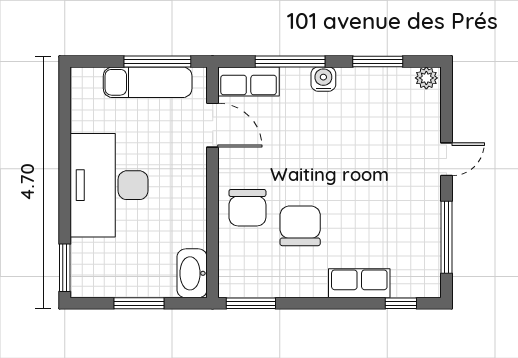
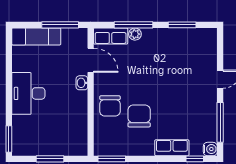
plant: (426, 78) -> (135, 34), moved
water cooler: (323, 79) -> (210, 149), moved, turned 90
exam couch: (148, 82) -> (36, 36), moved
desk: (109, 185) -> (28, 93), width x0.73, depth x0.77
washbasin: (192, 273) -> (82, 83), moved, width x0.52, depth x0.69

